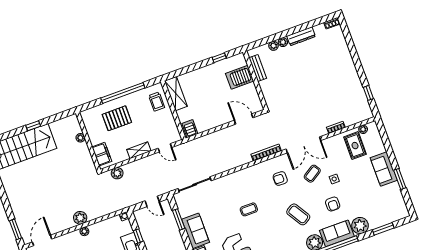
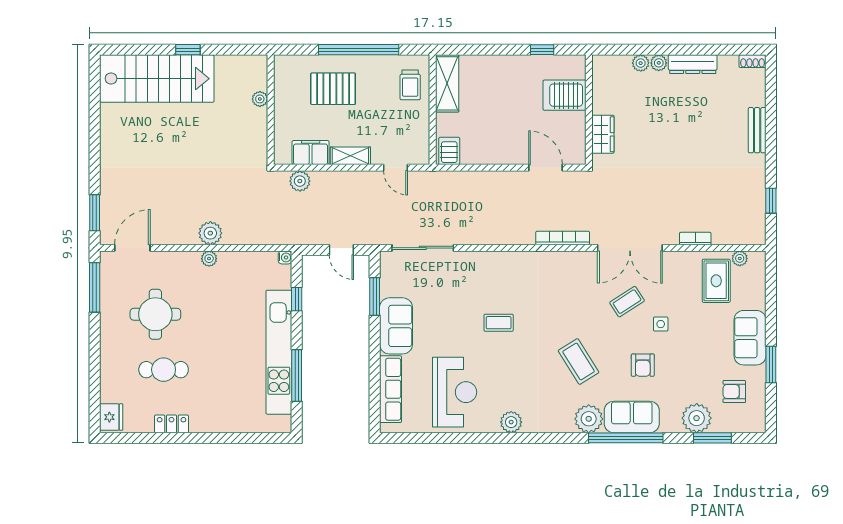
bench: (258, 68) -> (757, 130), moved
wardrobe: (267, 90) -> (603, 134), added
filing cabinet: (102, 154) -> (311, 153), moved, turned -90
armchair: (280, 178) -> (734, 392), moved
plant: (360, 226) -> (697, 418), moved

